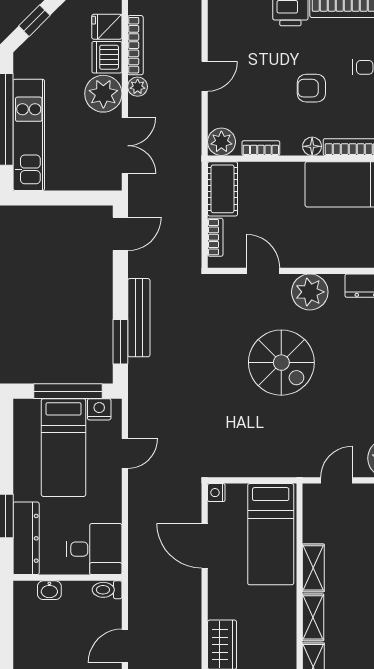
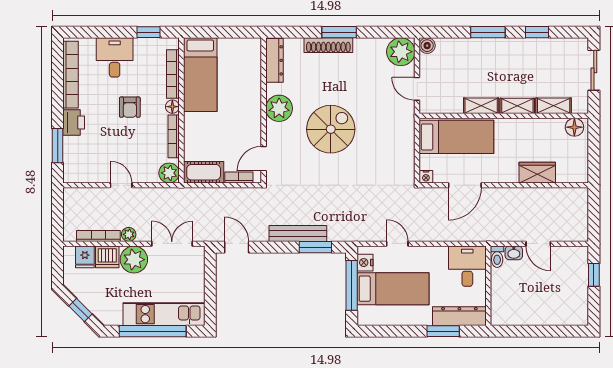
bookcase: (261, 148) -> (174, 136), width x1.56
door: (263, 271) -> (264, 159), moved
washbasin: (49, 590) -> (514, 253), moved, turned 90

